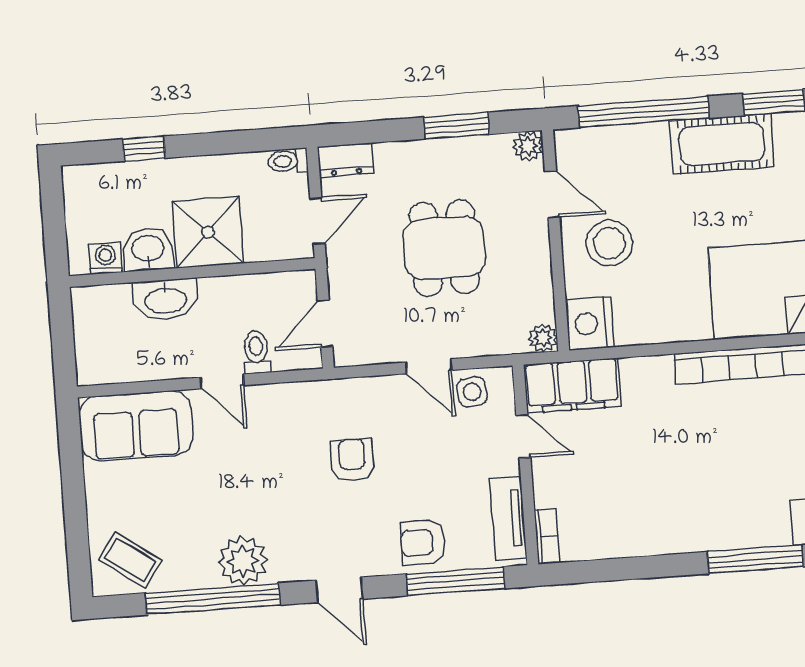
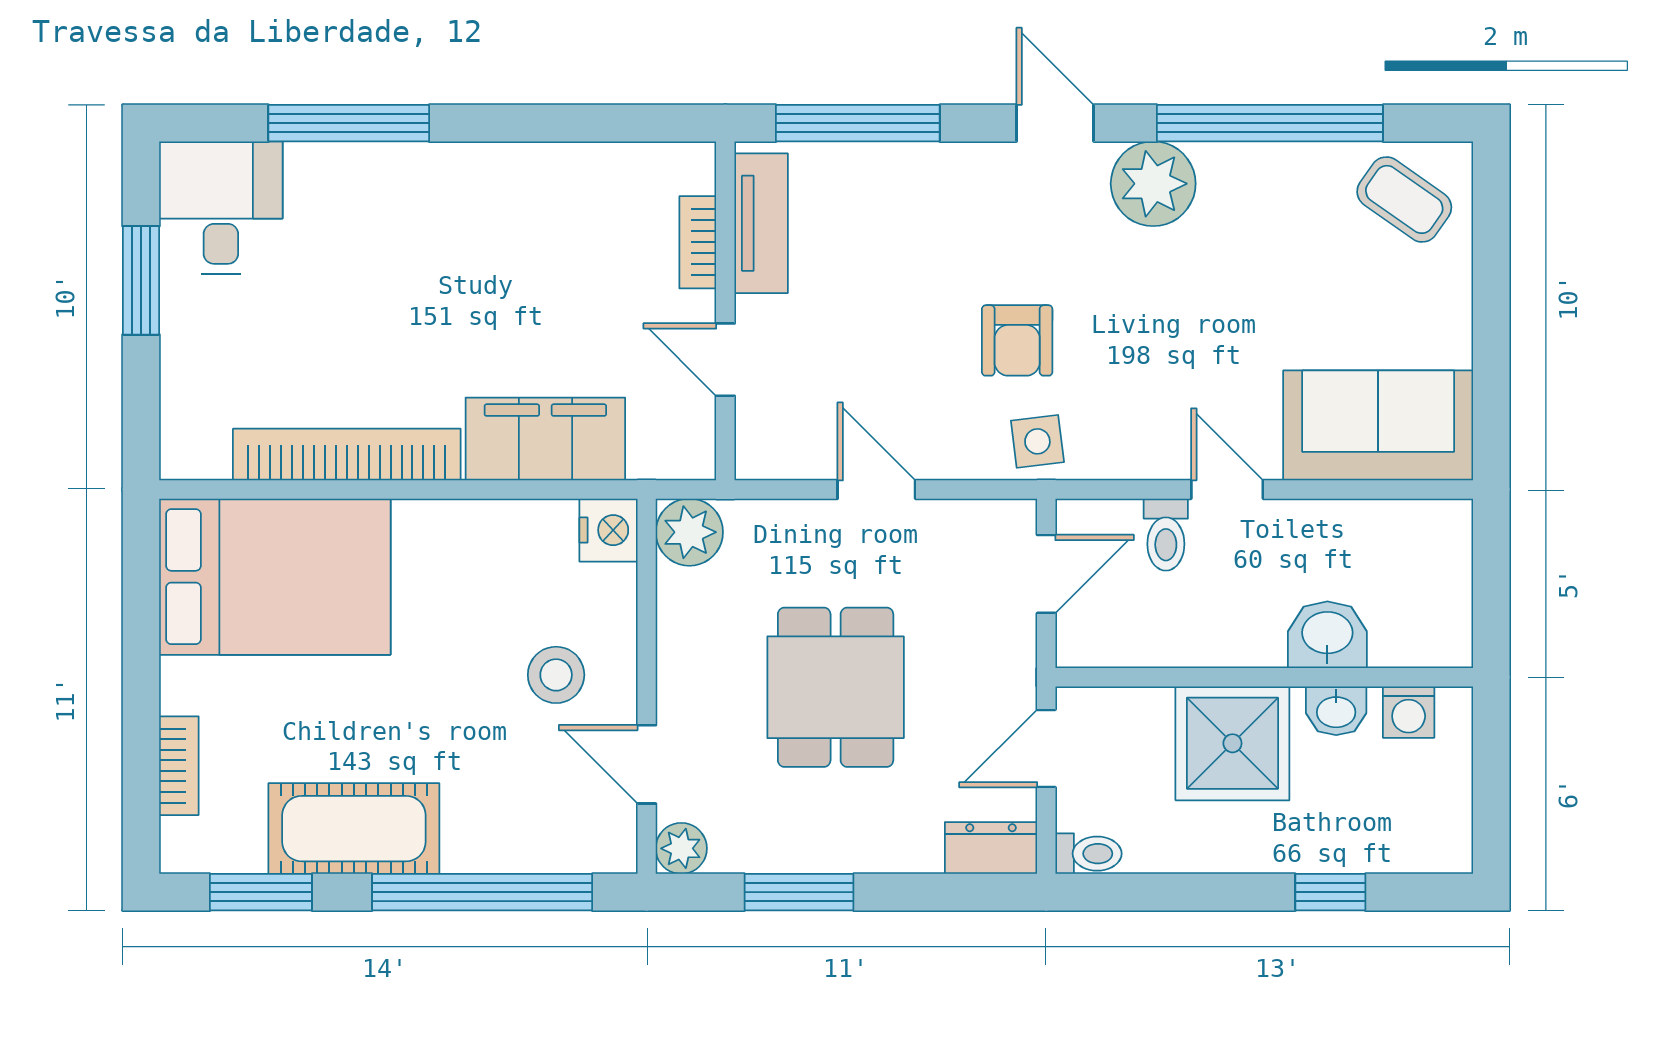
stool: (609, 243) -> (556, 675), width x0.73, depth x0.73
washbasin: (148, 249) -> (1336, 711), width x0.72, depth x0.69
washbasin: (166, 300) -> (1327, 635), width x0.72
nightstand: (590, 324) -> (609, 530), width x0.74, depth x0.75
plant: (543, 338) -> (689, 532), width x1.38, depth x1.38
filing cabinet: (572, 386) -> (545, 439), moved
side table: (472, 392) -> (1037, 441), moved
bookcase: (547, 536) -> (698, 242), moved
armchair: (423, 542) -> (908, 193), removed
plant: (243, 561) -> (1153, 184), moved

